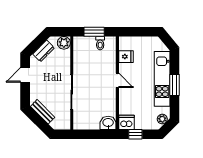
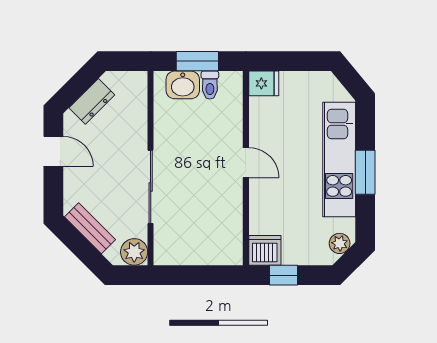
plant: (64, 43) -> (134, 252), moved
fridge: (126, 57) -> (264, 83), moved
door: (25, 75) -> (53, 151), swing flipped
washbasin: (108, 123) -> (183, 85), moved, turned 180

